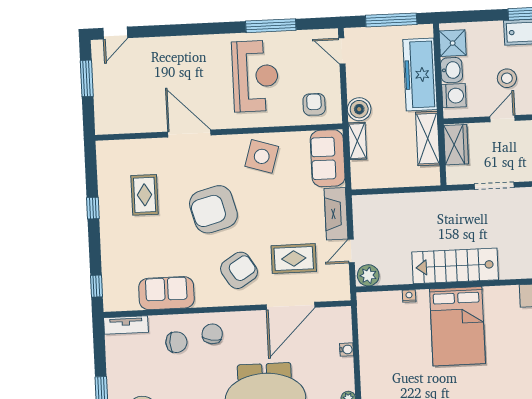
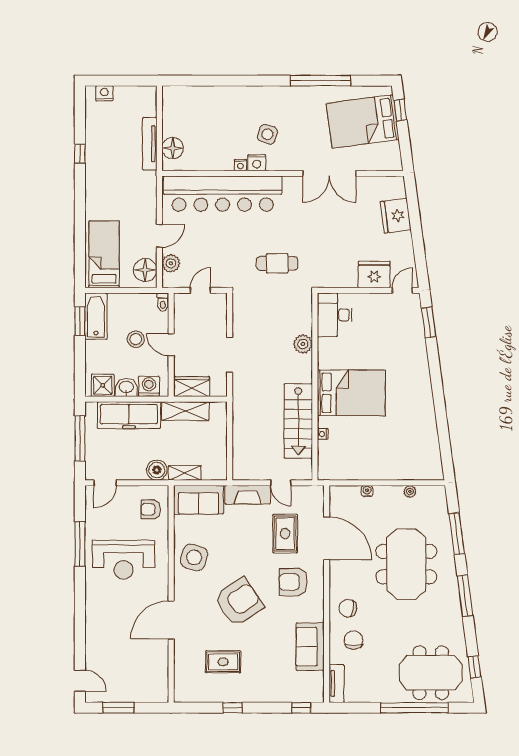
reception desk: (255, 76) -> (123, 560), turned 180
armchair: (213, 209) -> (239, 602), turned -109
stairs: (455, 266) -> (298, 421), moved
armchair: (239, 270) -> (293, 582), turned -58
plant: (368, 275) -> (303, 344), moved

